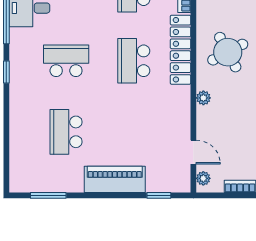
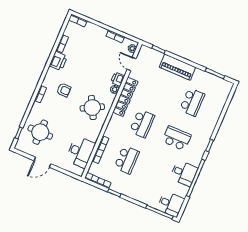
locker: (181, 50) -> (125, 97), moved
school desk: (66, 61) -> (177, 138), turned 180
printer: (206, 117) -> (118, 79), added

